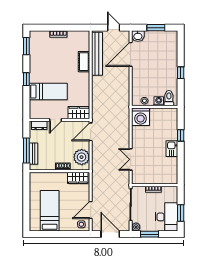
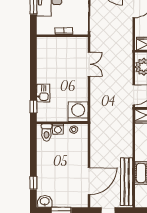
washbasin: (138, 36) -> (45, 201), moved
window: (181, 73) -> (33, 183), moved
window: (181, 135) -> (33, 107), moved
kitchen sink: (172, 149) -> (43, 93), moved

